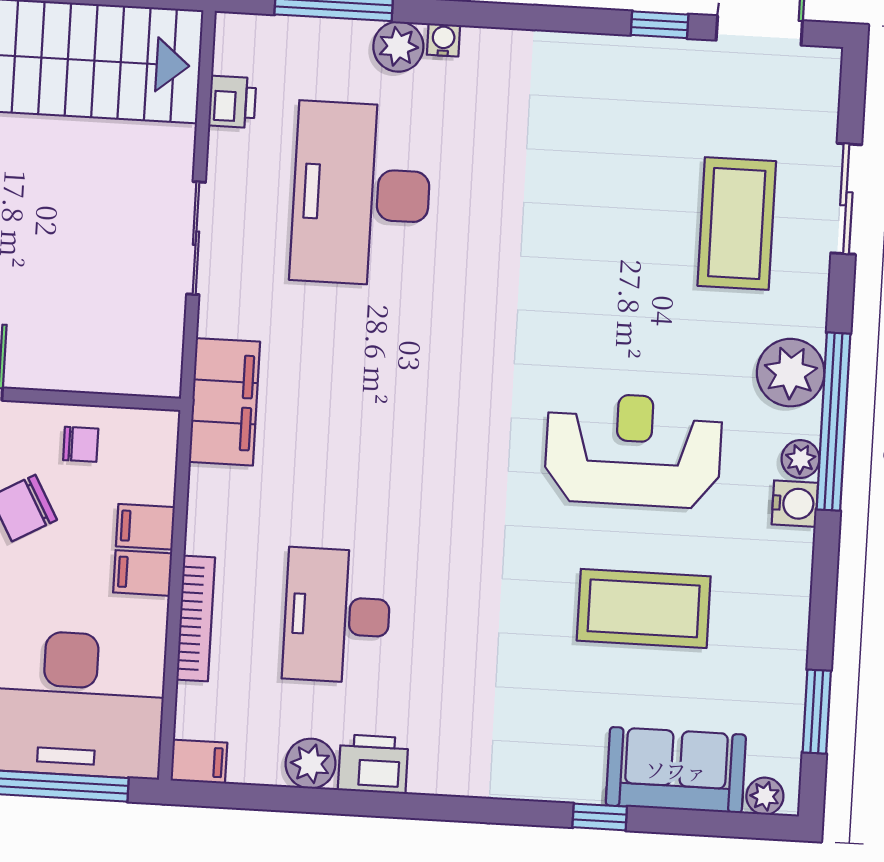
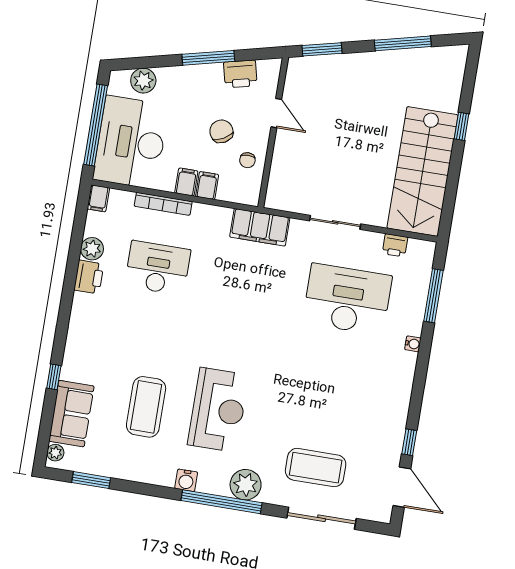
plant: (398, 47) -> (412, 323), removed
sliding door: (846, 199) -> (322, 518), width x1.37
plant: (800, 459) -> (206, 485), removed

